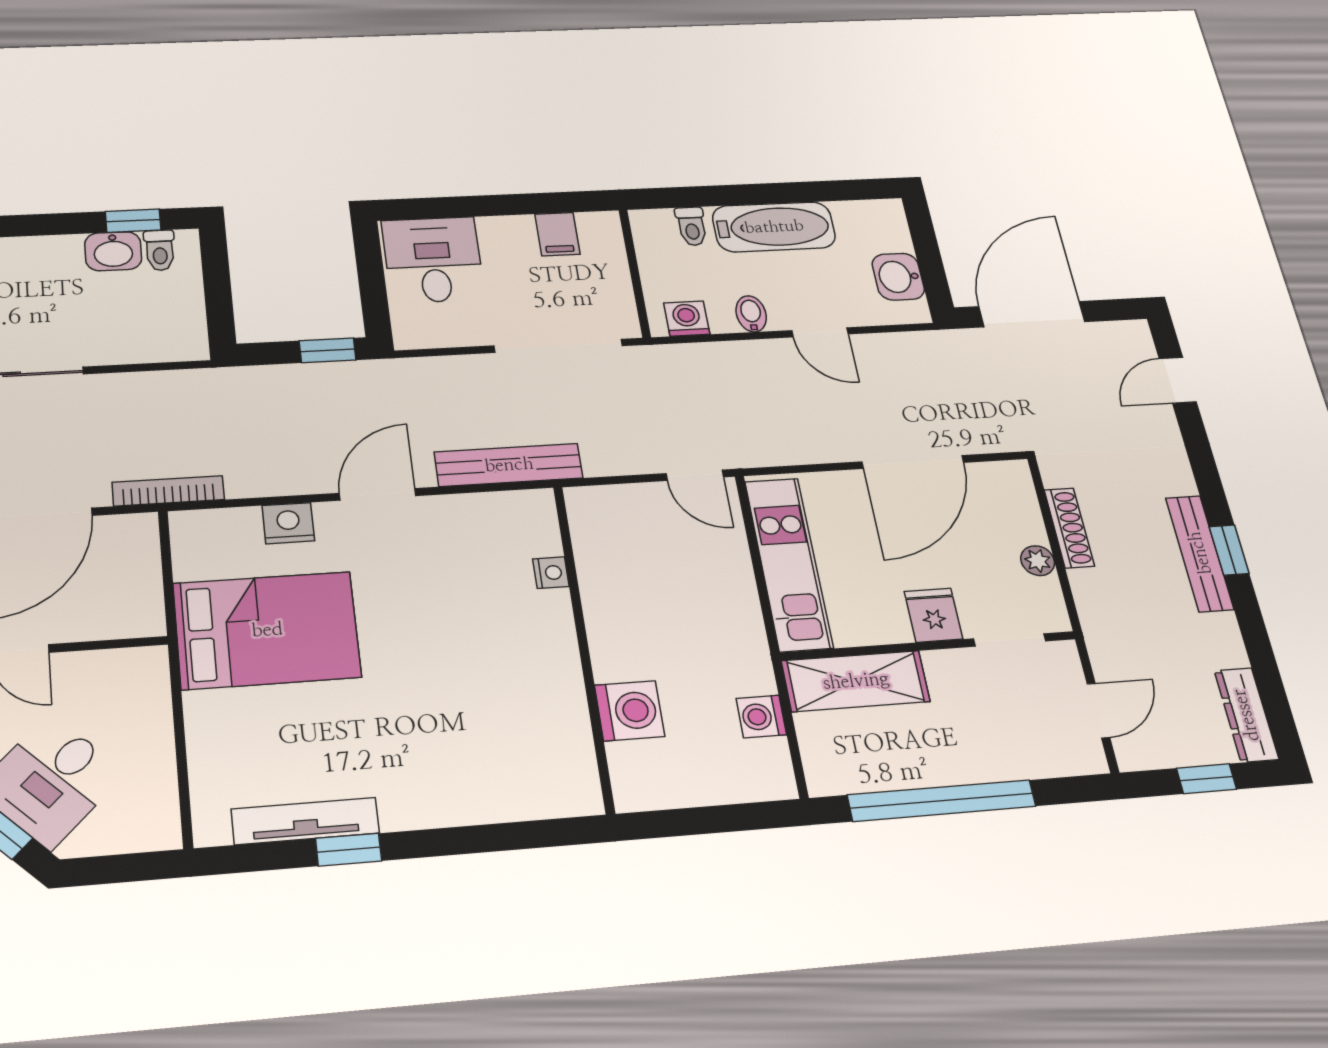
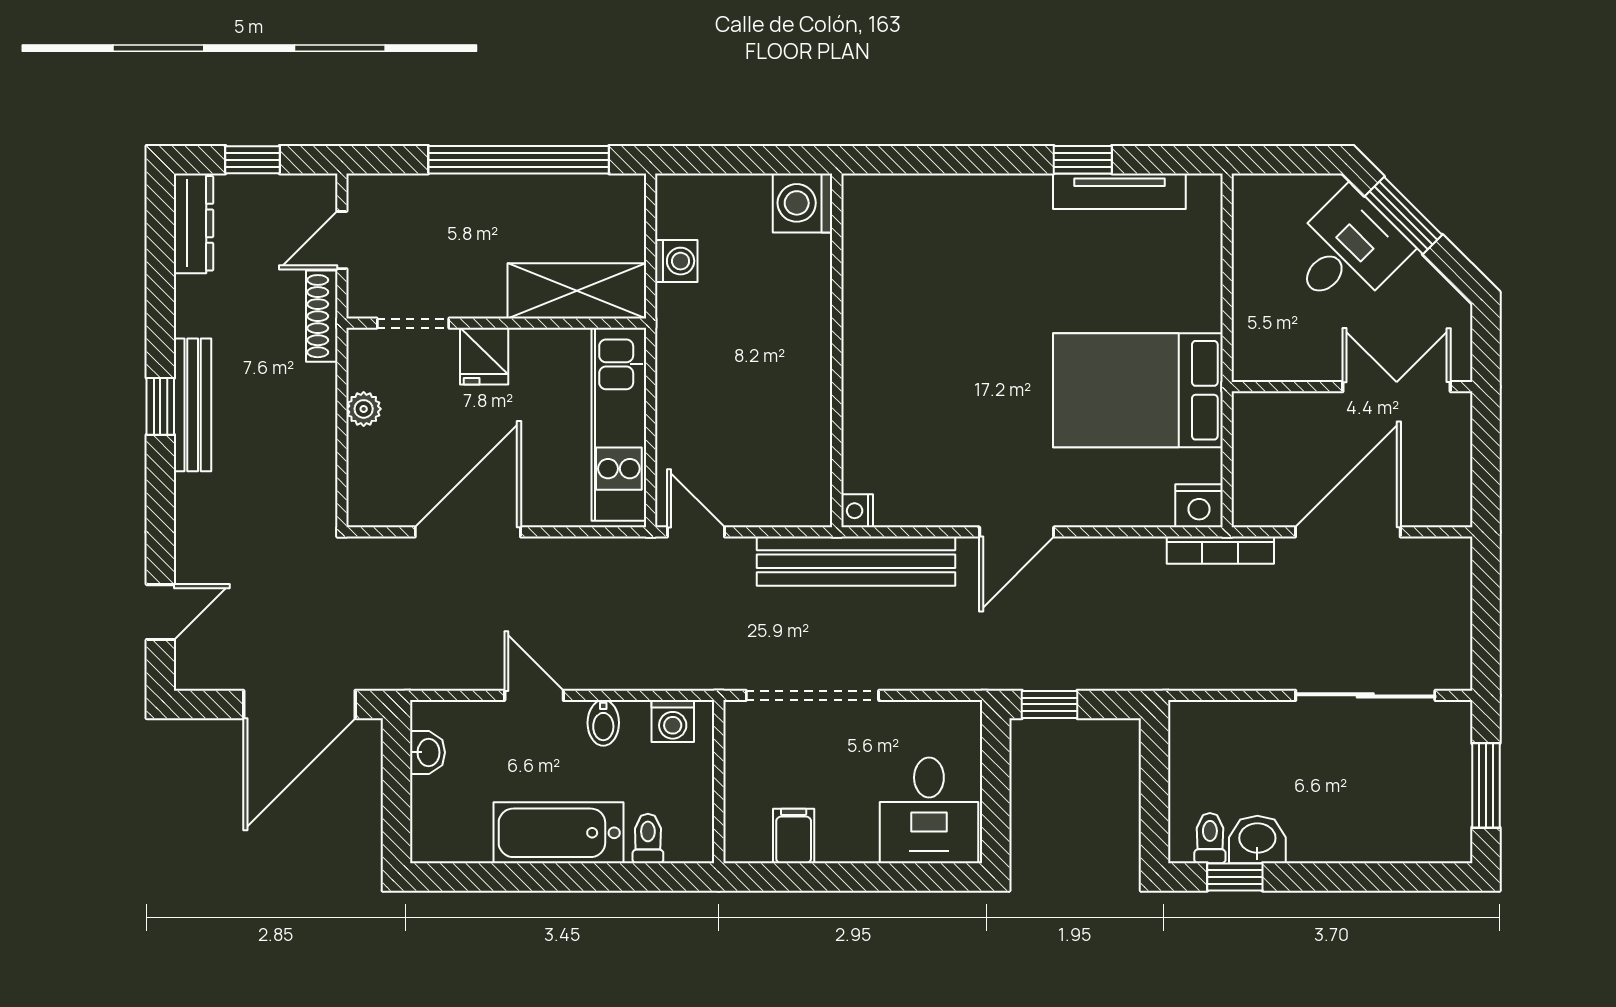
washbasin: (898, 277) -> (427, 752), width x0.72, depth x0.69
bench: (509, 465) -> (856, 561), width x1.37, depth x1.21
nightstand: (288, 523) -> (1199, 506), moved
shoe rack: (1069, 528) -> (322, 316), moved
nightstand: (551, 573) -> (857, 511), moved
washing machine: (629, 711) -> (803, 203), moved

